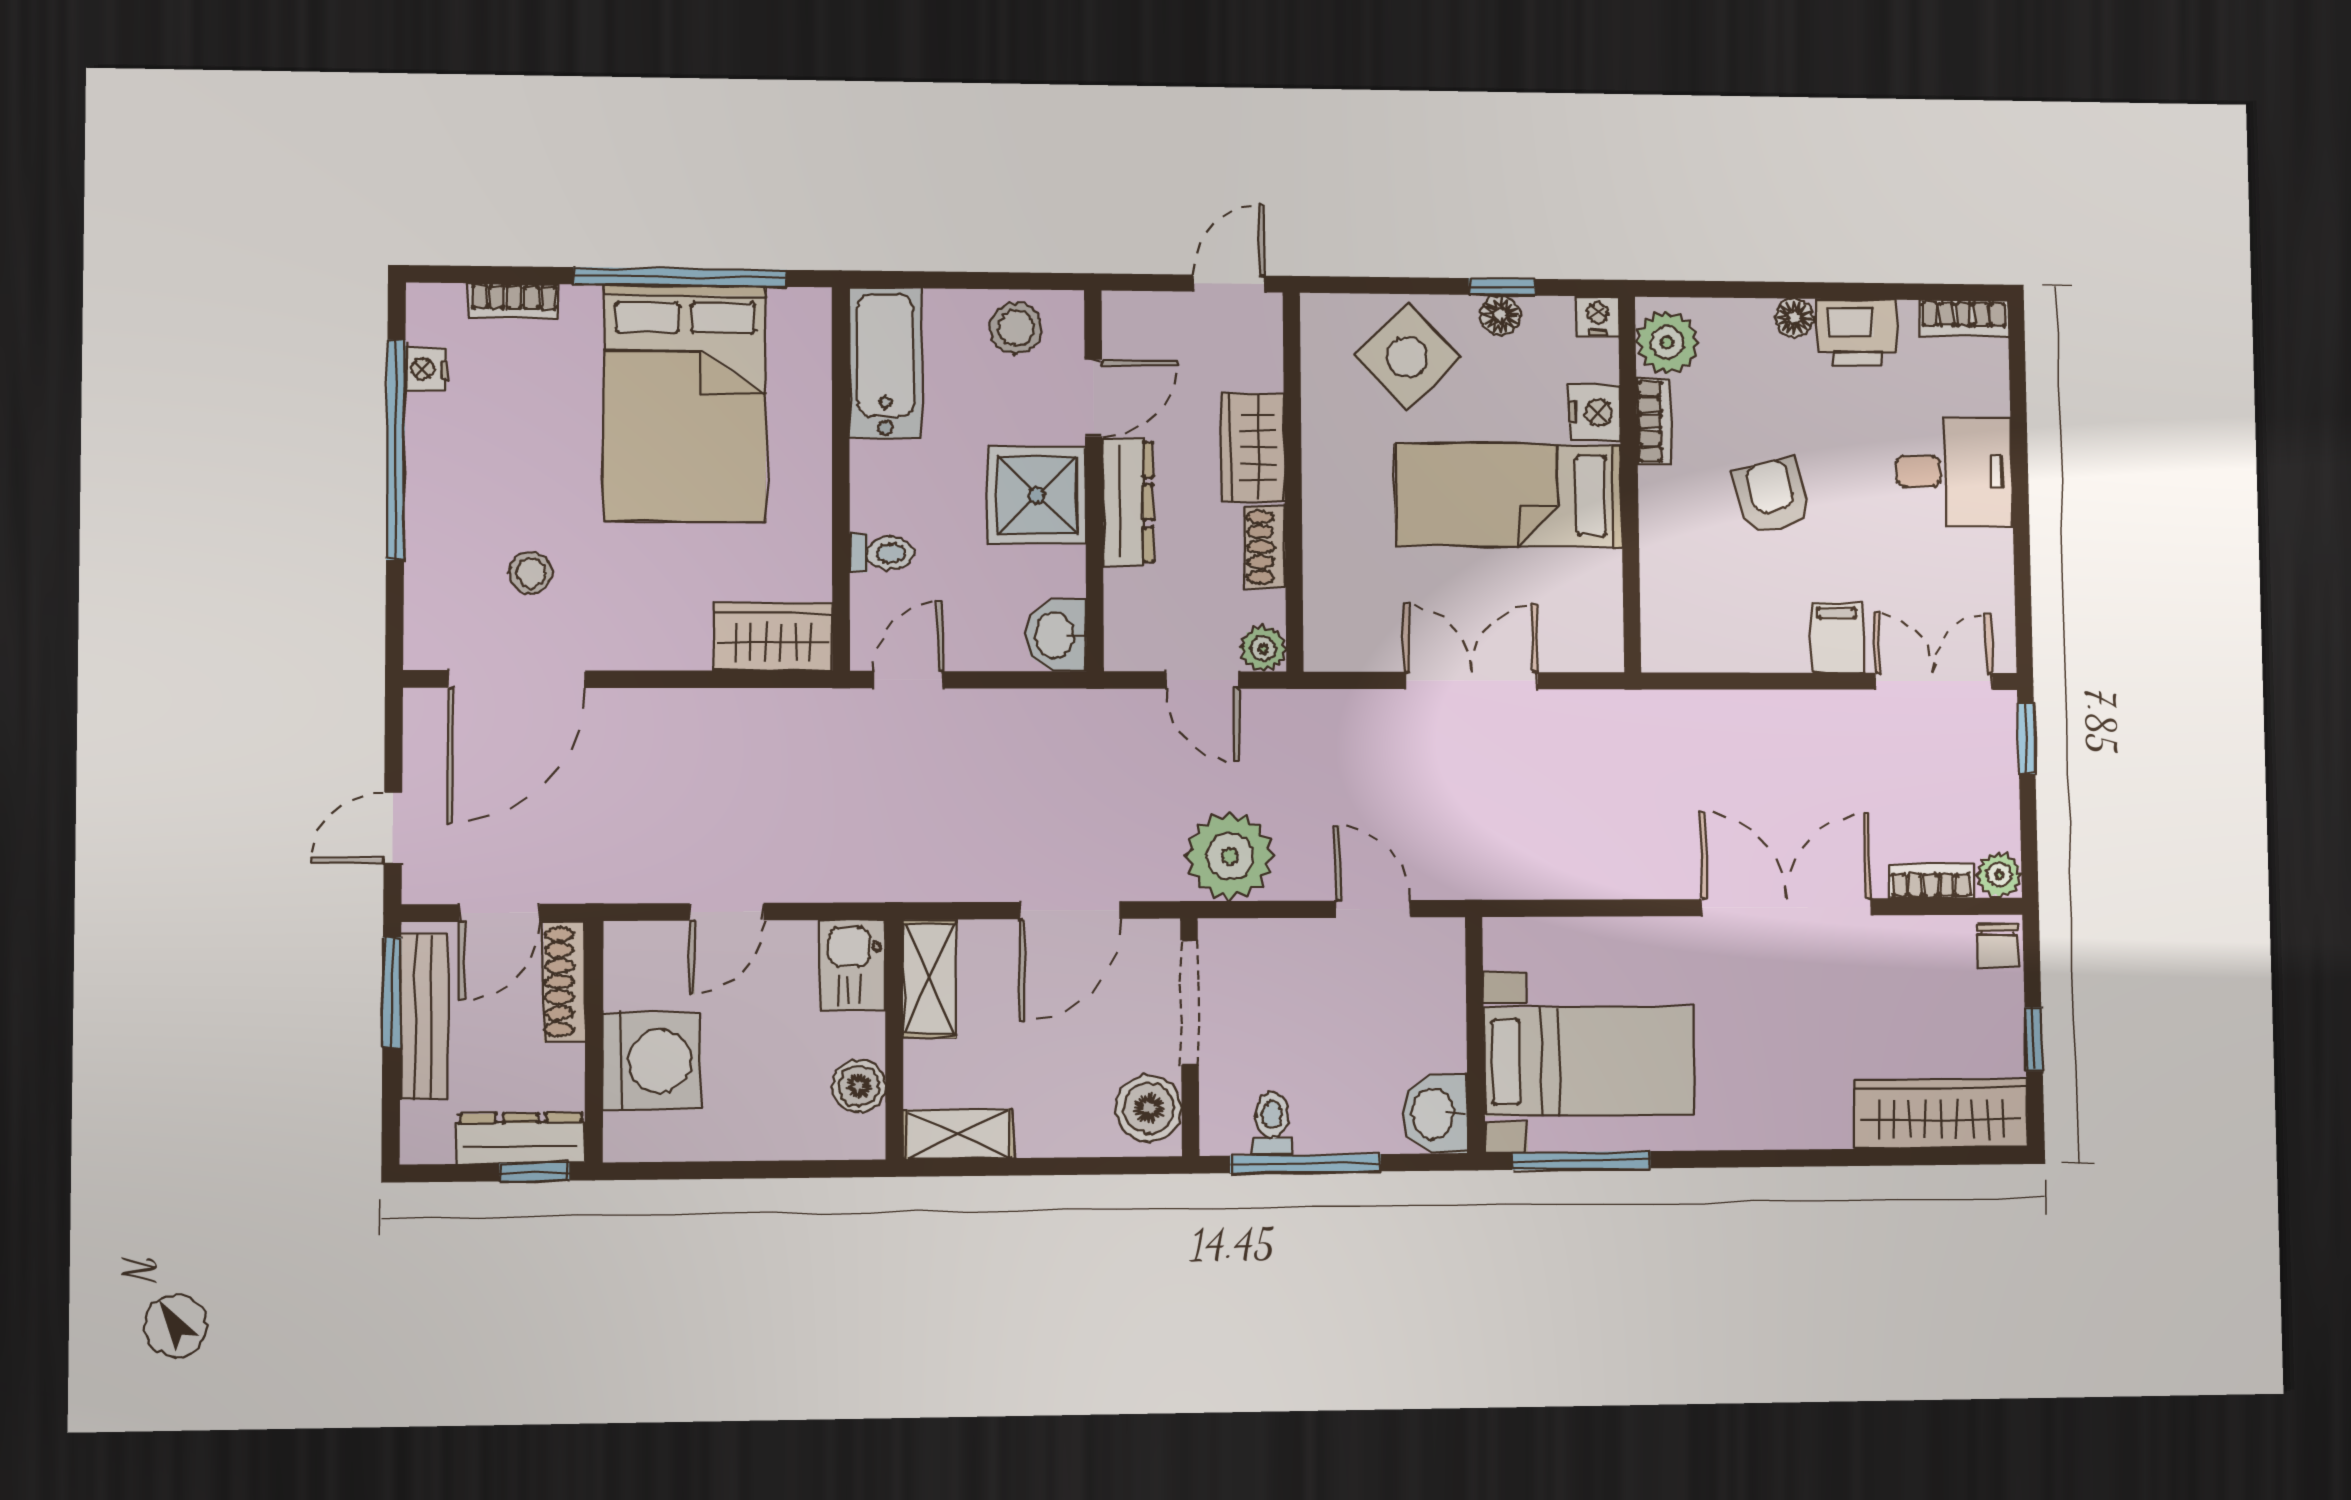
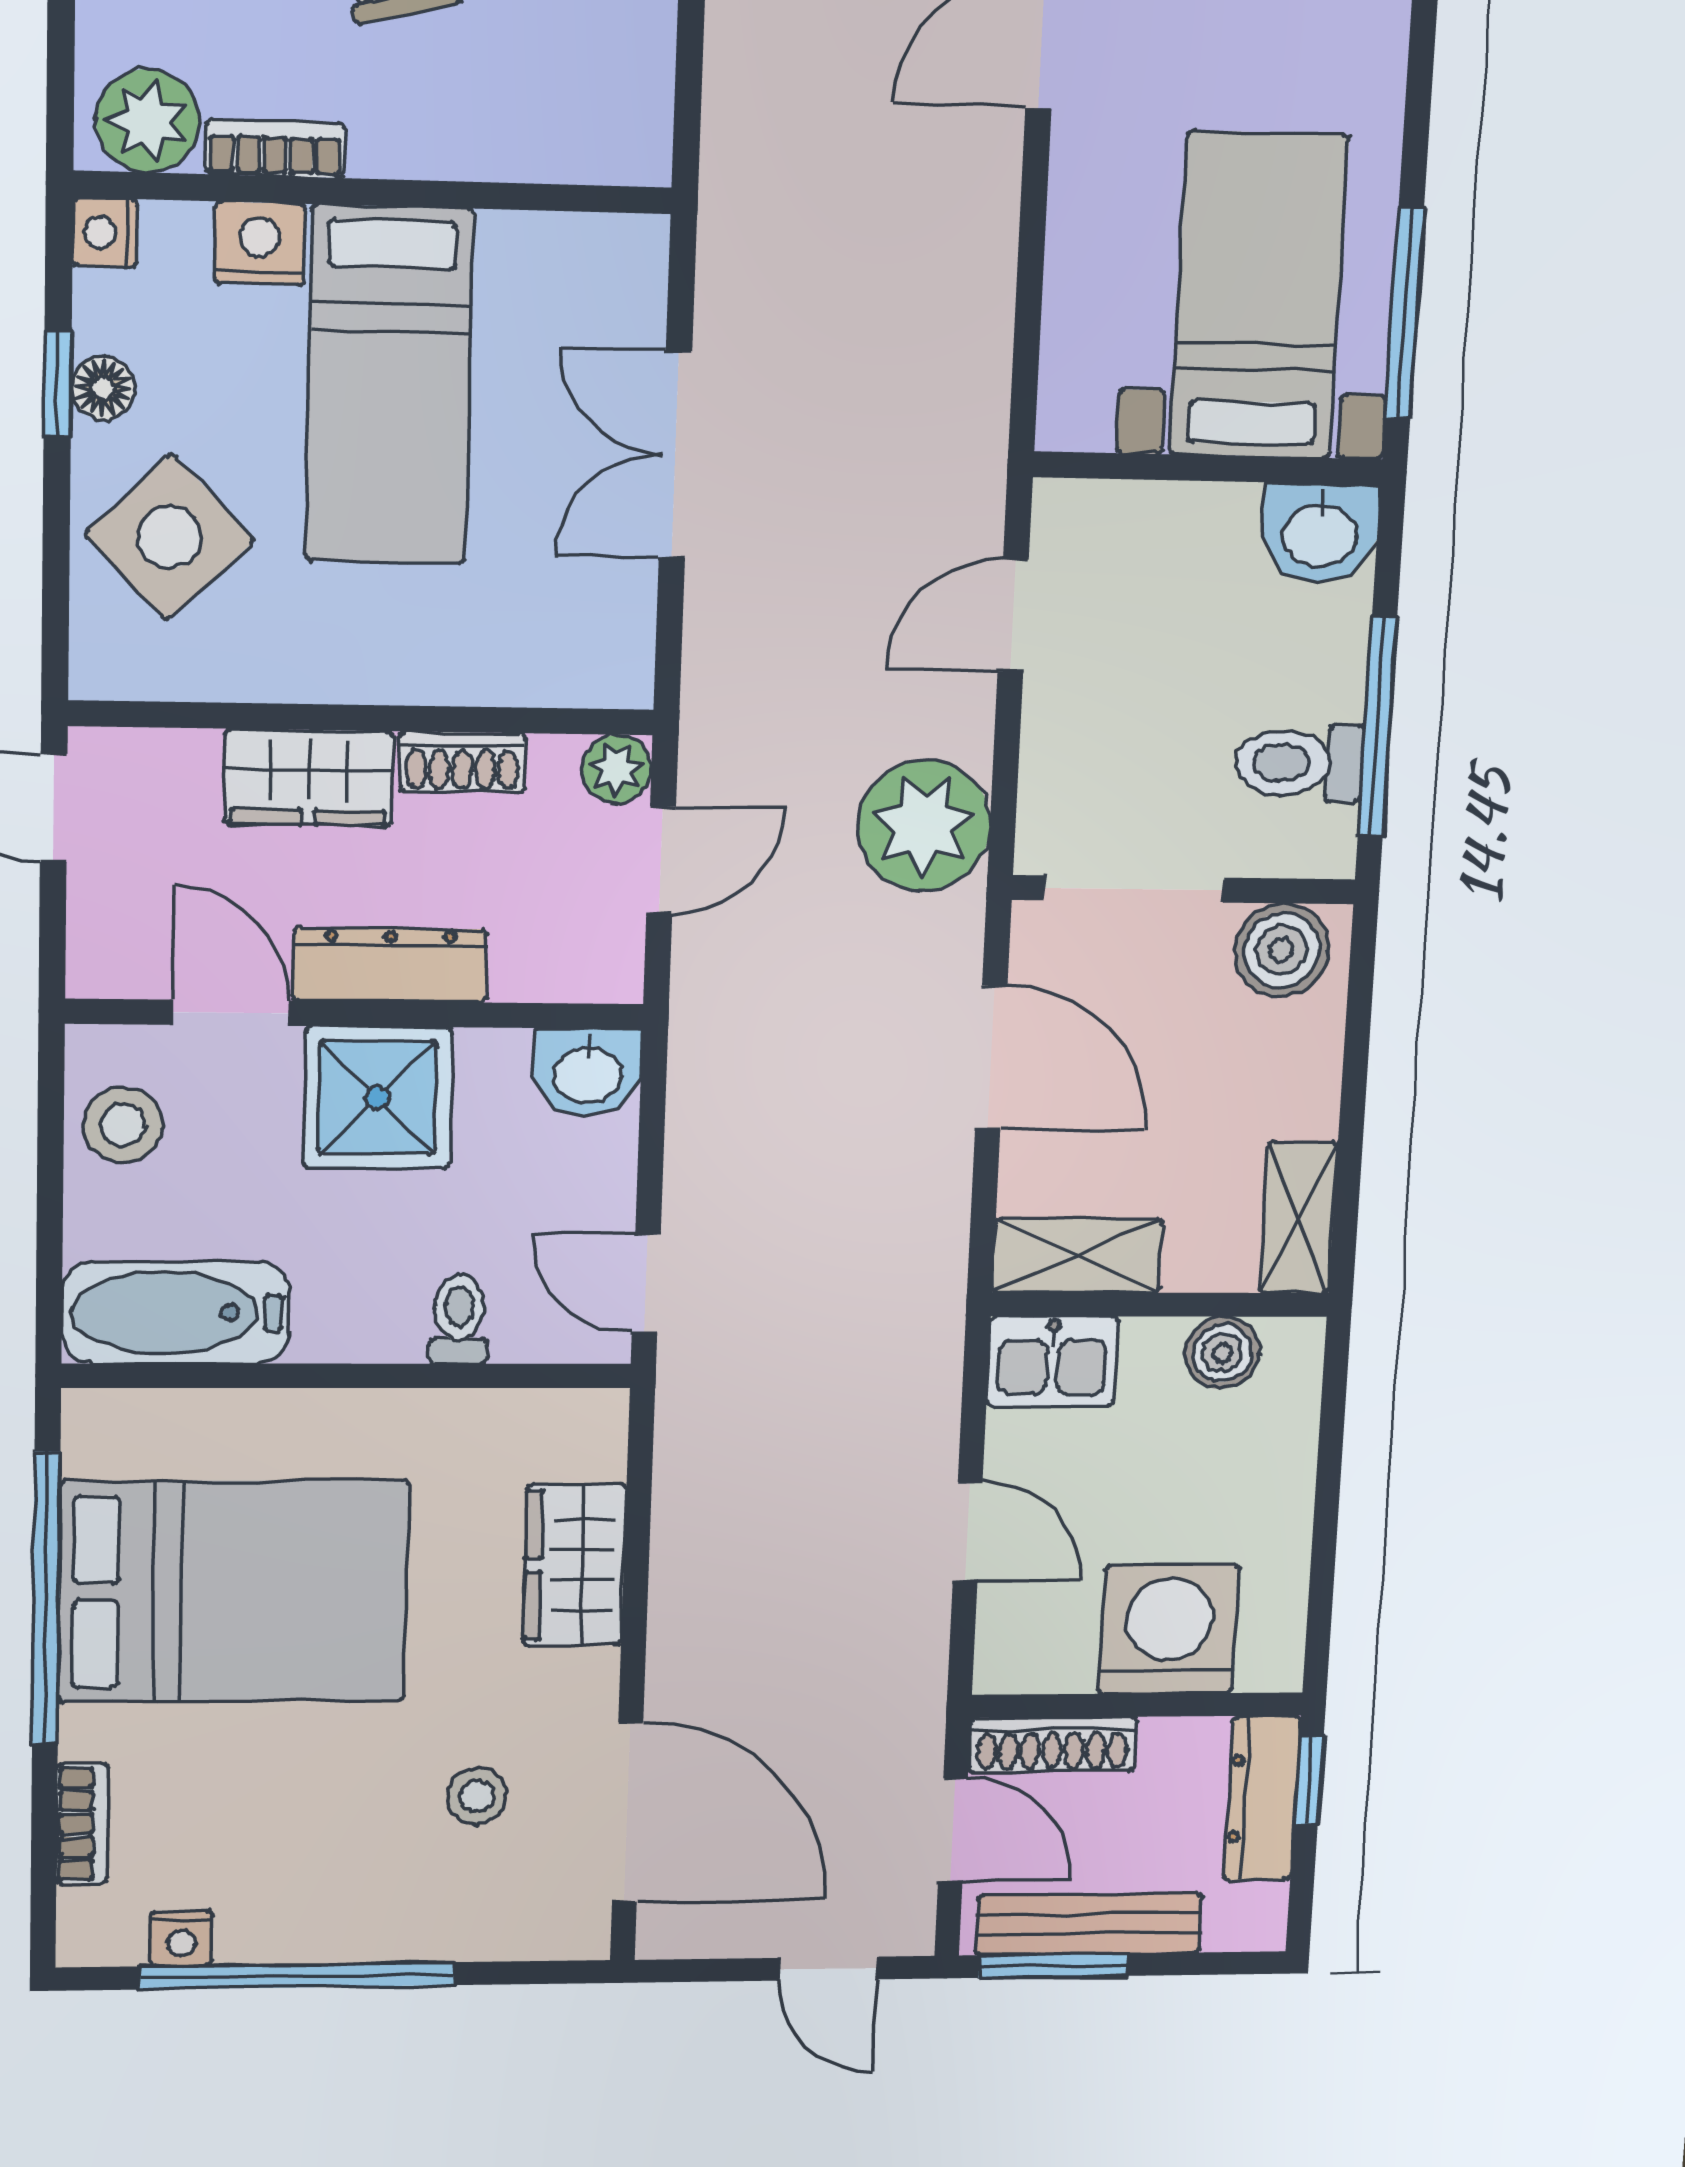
wardrobe: (773, 637) -> (575, 1565), moved
toilet: (1272, 1123) -> (1299, 763), width x1.37, depth x1.39

